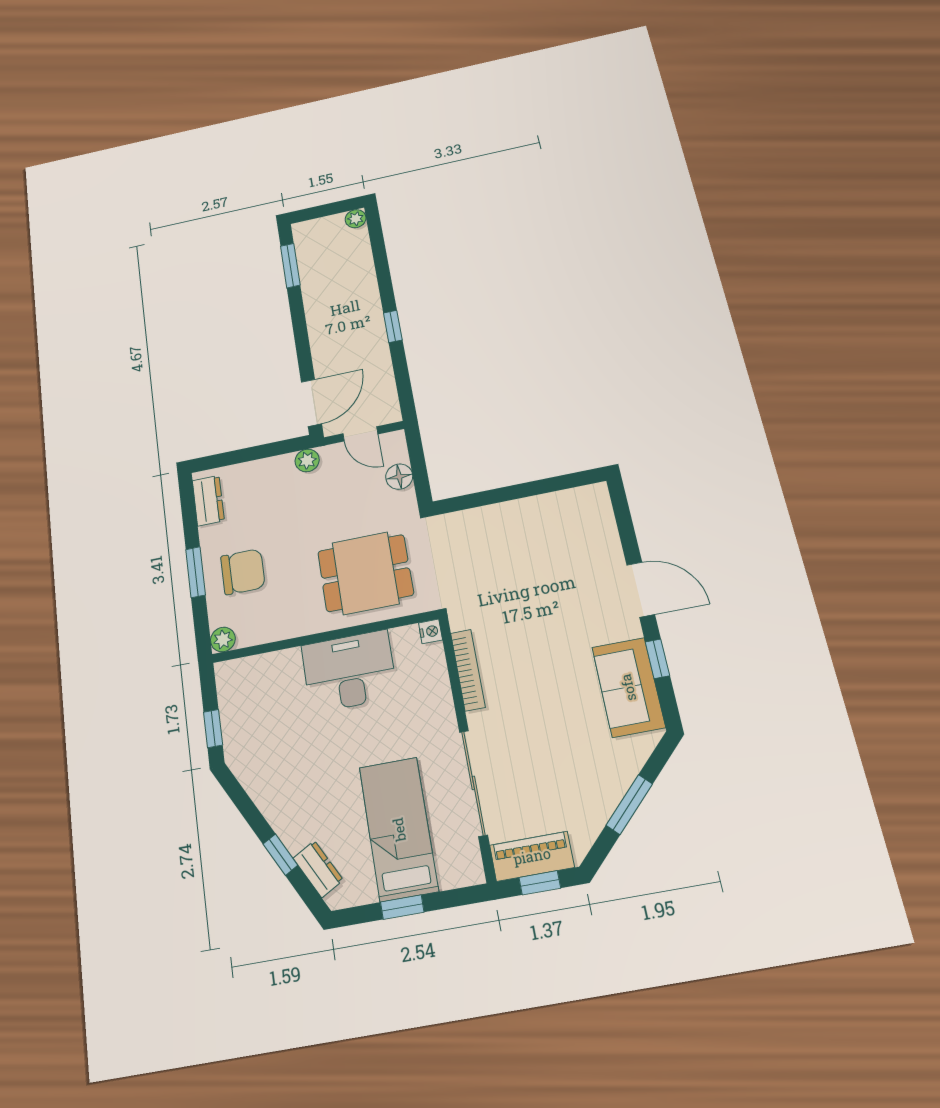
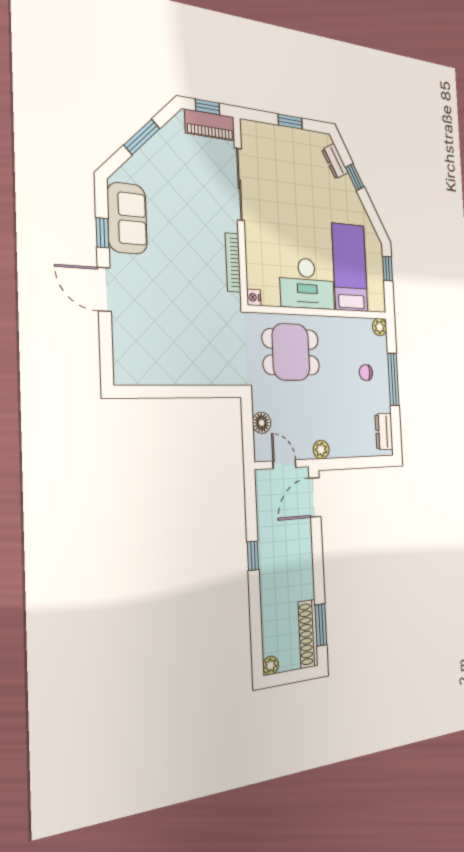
shoe rack: (308, 255) -> (308, 634), added
window: (196, 572) -> (393, 379), width x1.44
chair: (243, 572) -> (366, 373), width x0.54, depth x0.54
bed: (399, 829) -> (350, 267), moved, turned 180

